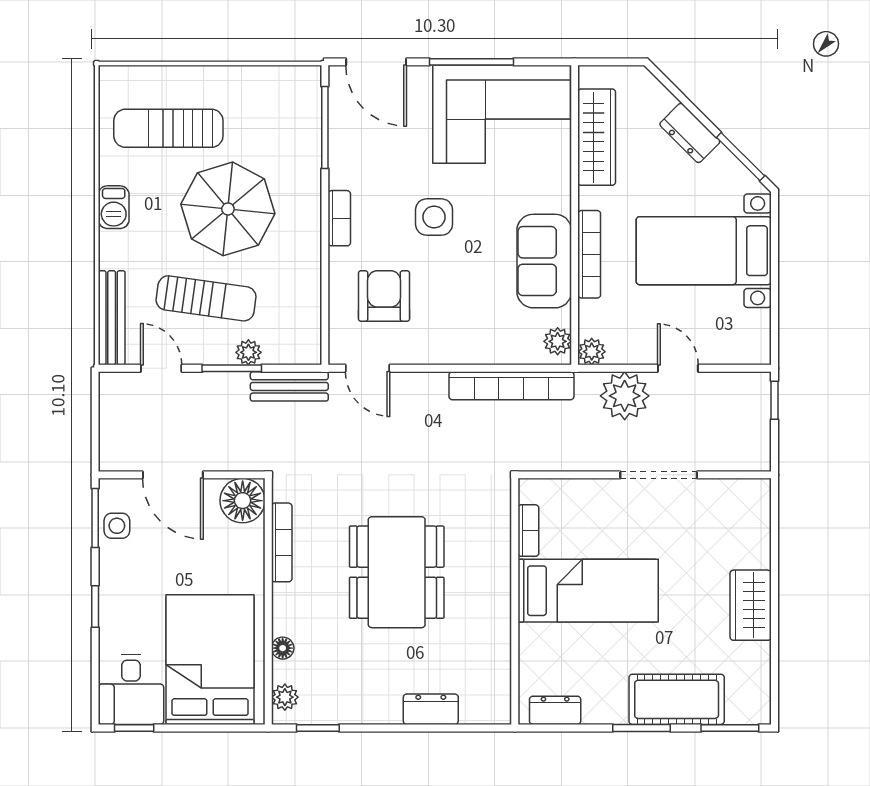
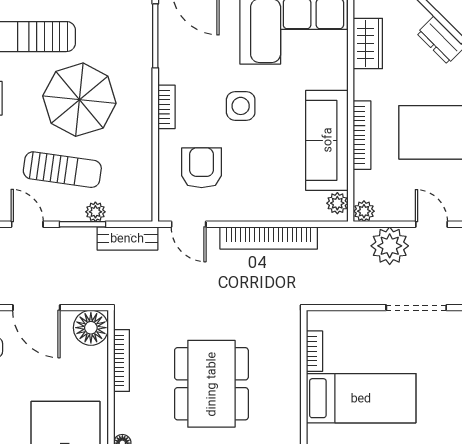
wardrobe: (597, 137) -> (368, 43), width x0.67
sofa: (544, 261) -> (327, 140), width x1.36
bookcase: (511, 386) -> (269, 238), moved

